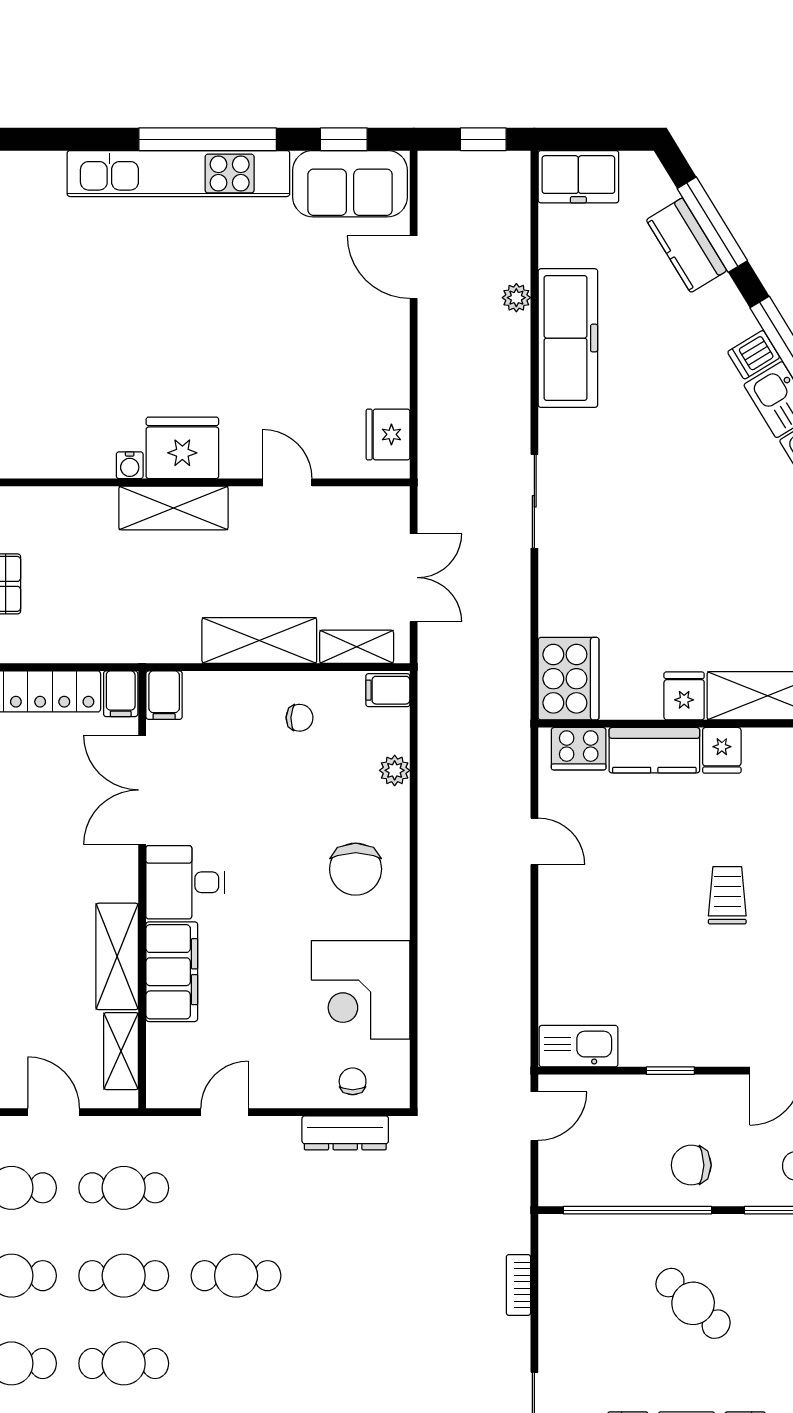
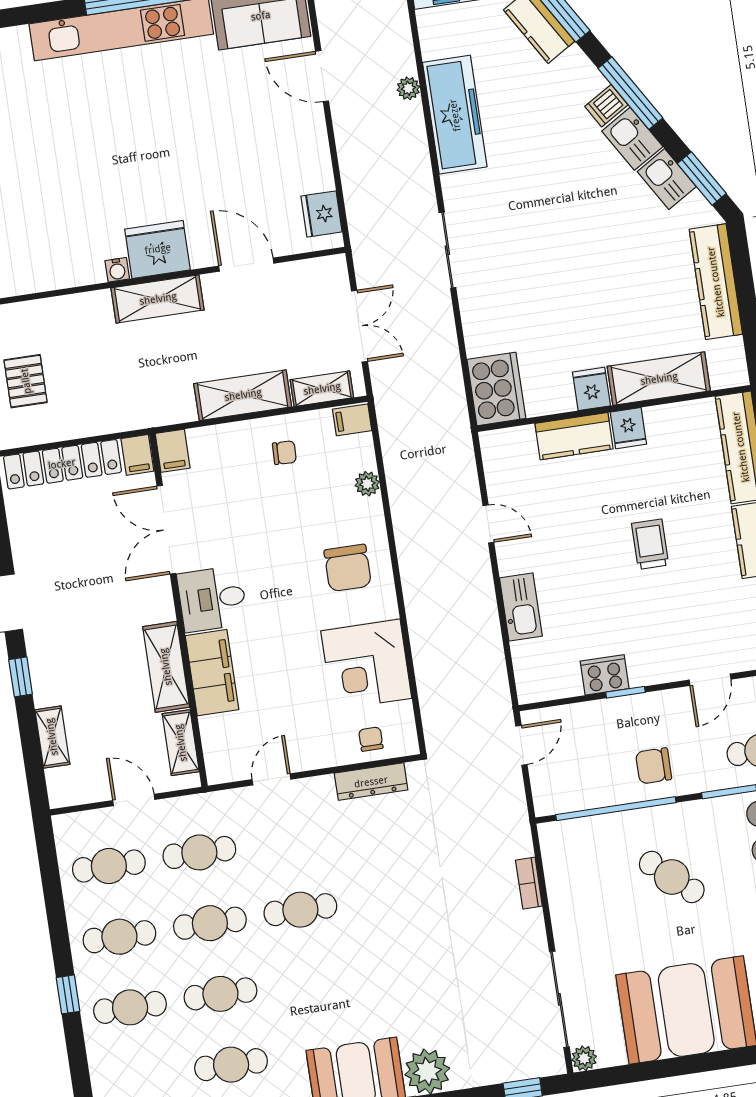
door: (287, 482) -> (246, 265), width x1.38
cooker: (579, 749) -> (605, 675), moved, turned 180
kitchen sink: (578, 1046) -> (521, 607), moved, turned 90

